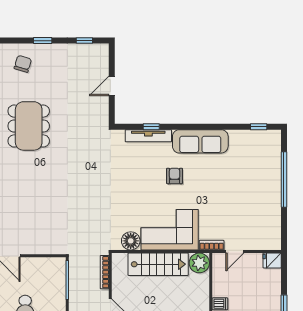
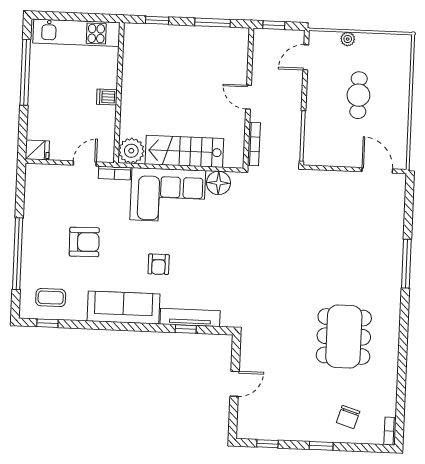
coffee table: (257, 147) -> (51, 298), added
armchair: (233, 191) -> (84, 242), added

